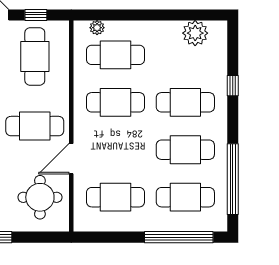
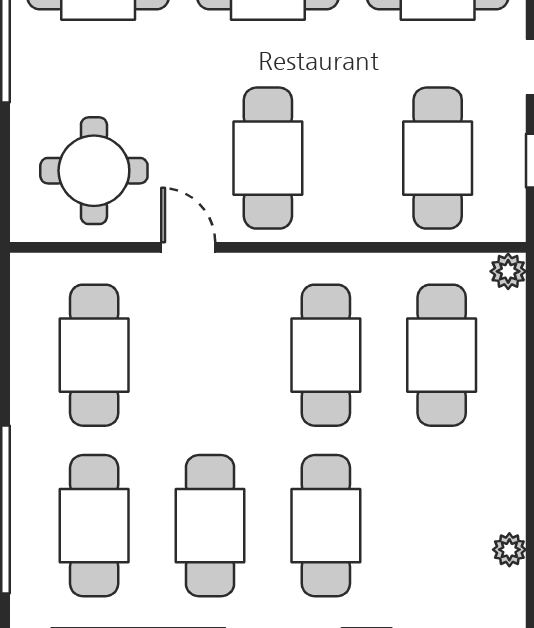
plant: (97, 28) -> (508, 271), moved
plant: (195, 33) -> (509, 550), width x0.53, depth x0.53
cafe table: (35, 56) -> (438, 158), turned 90
door: (71, 159) -> (188, 247), width x0.73

